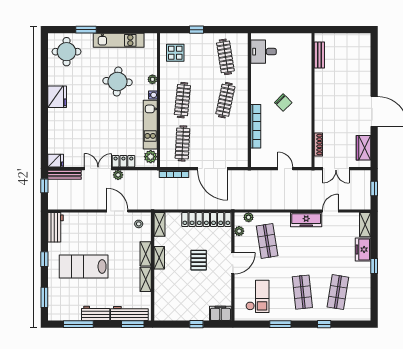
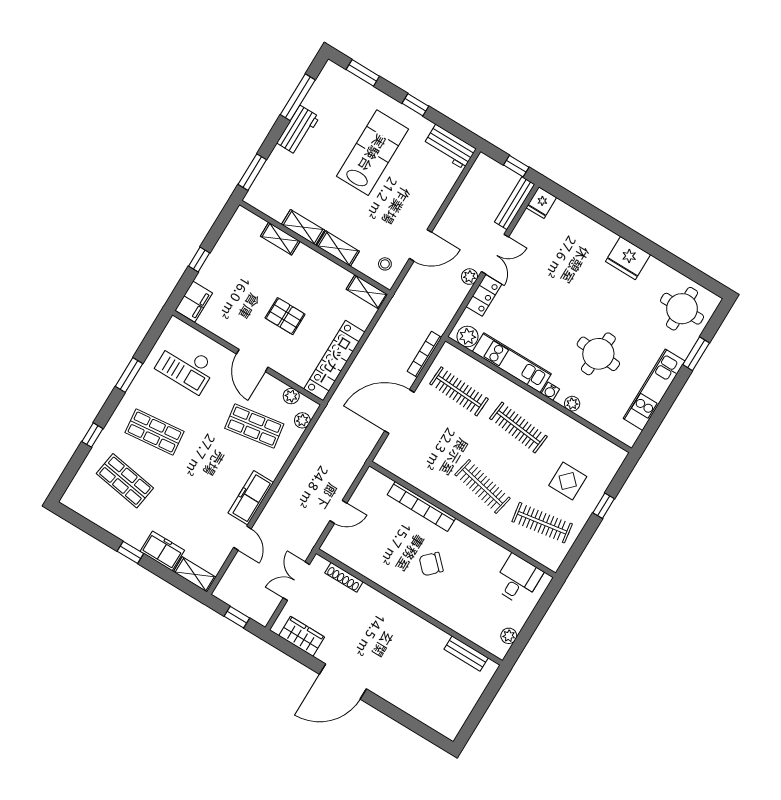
plant: (296, 38) -> (509, 636), added
display table: (175, 53) -> (568, 481), moved
shelving: (159, 258) -> (280, 239), moved
workbench: (129, 313) -> (270, 176), removed

